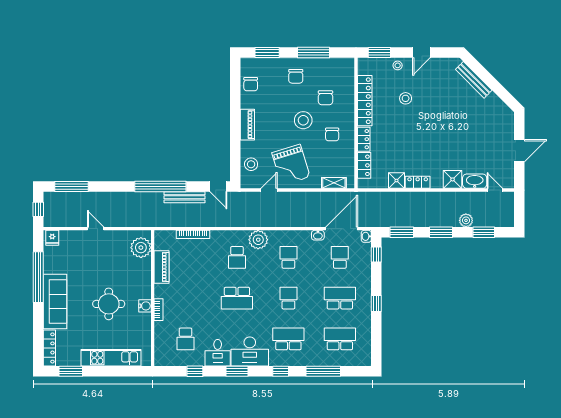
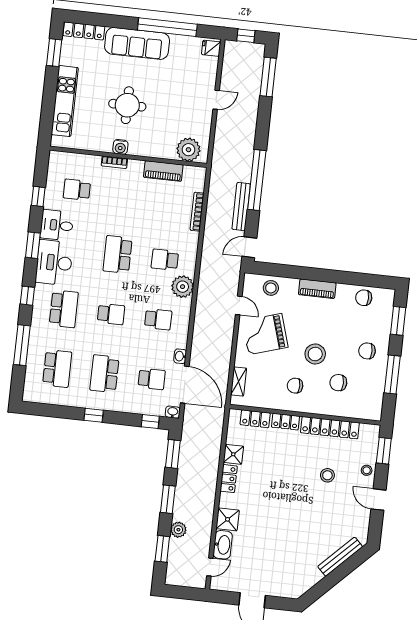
school desk: (340, 298) -> (104, 374), turned 180

